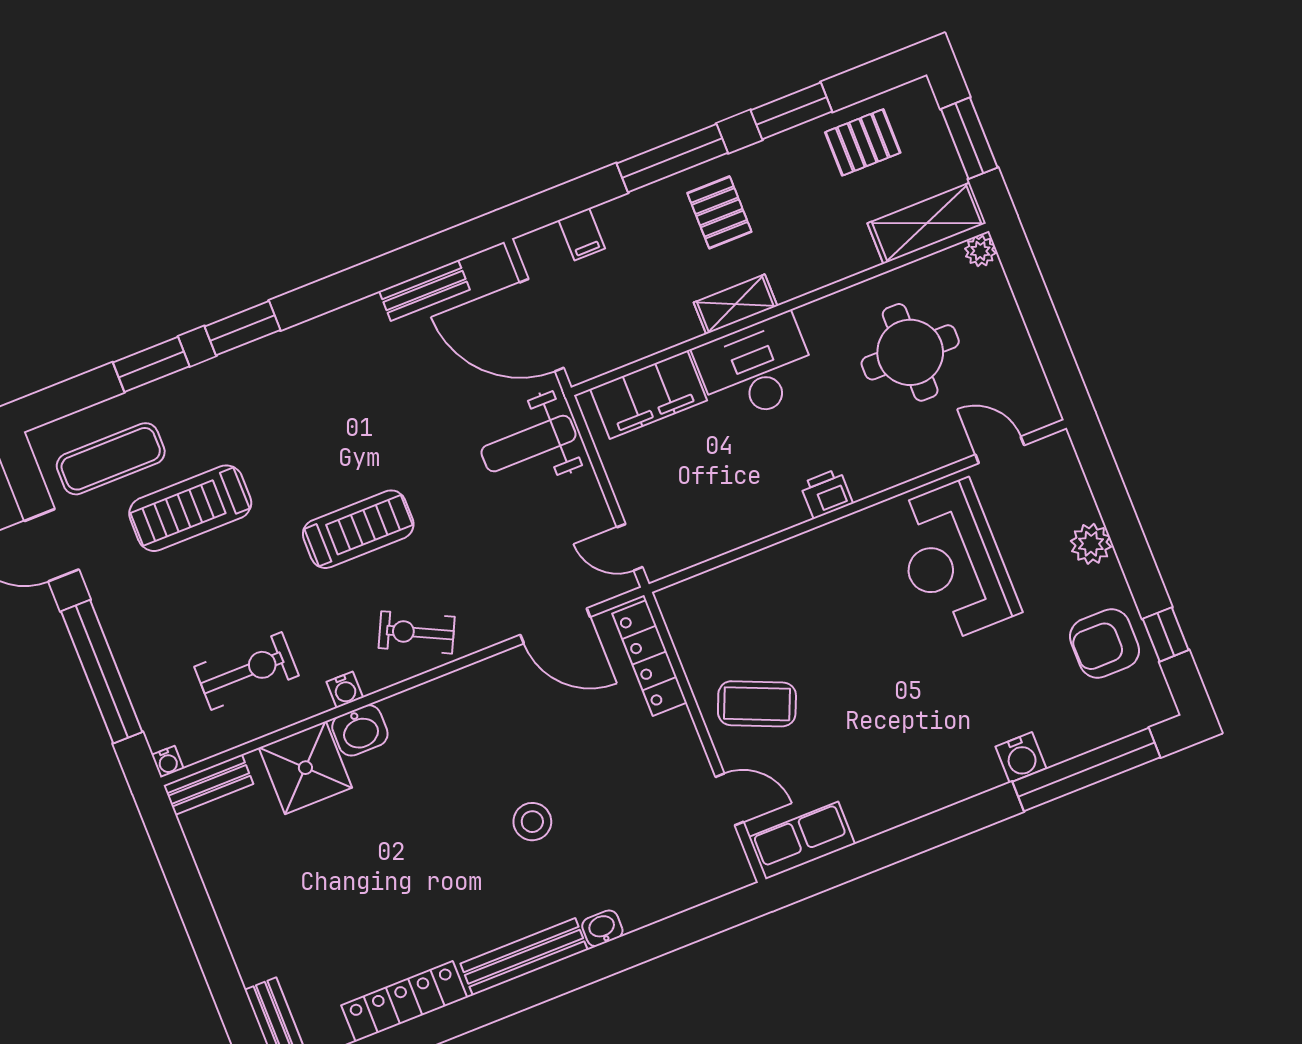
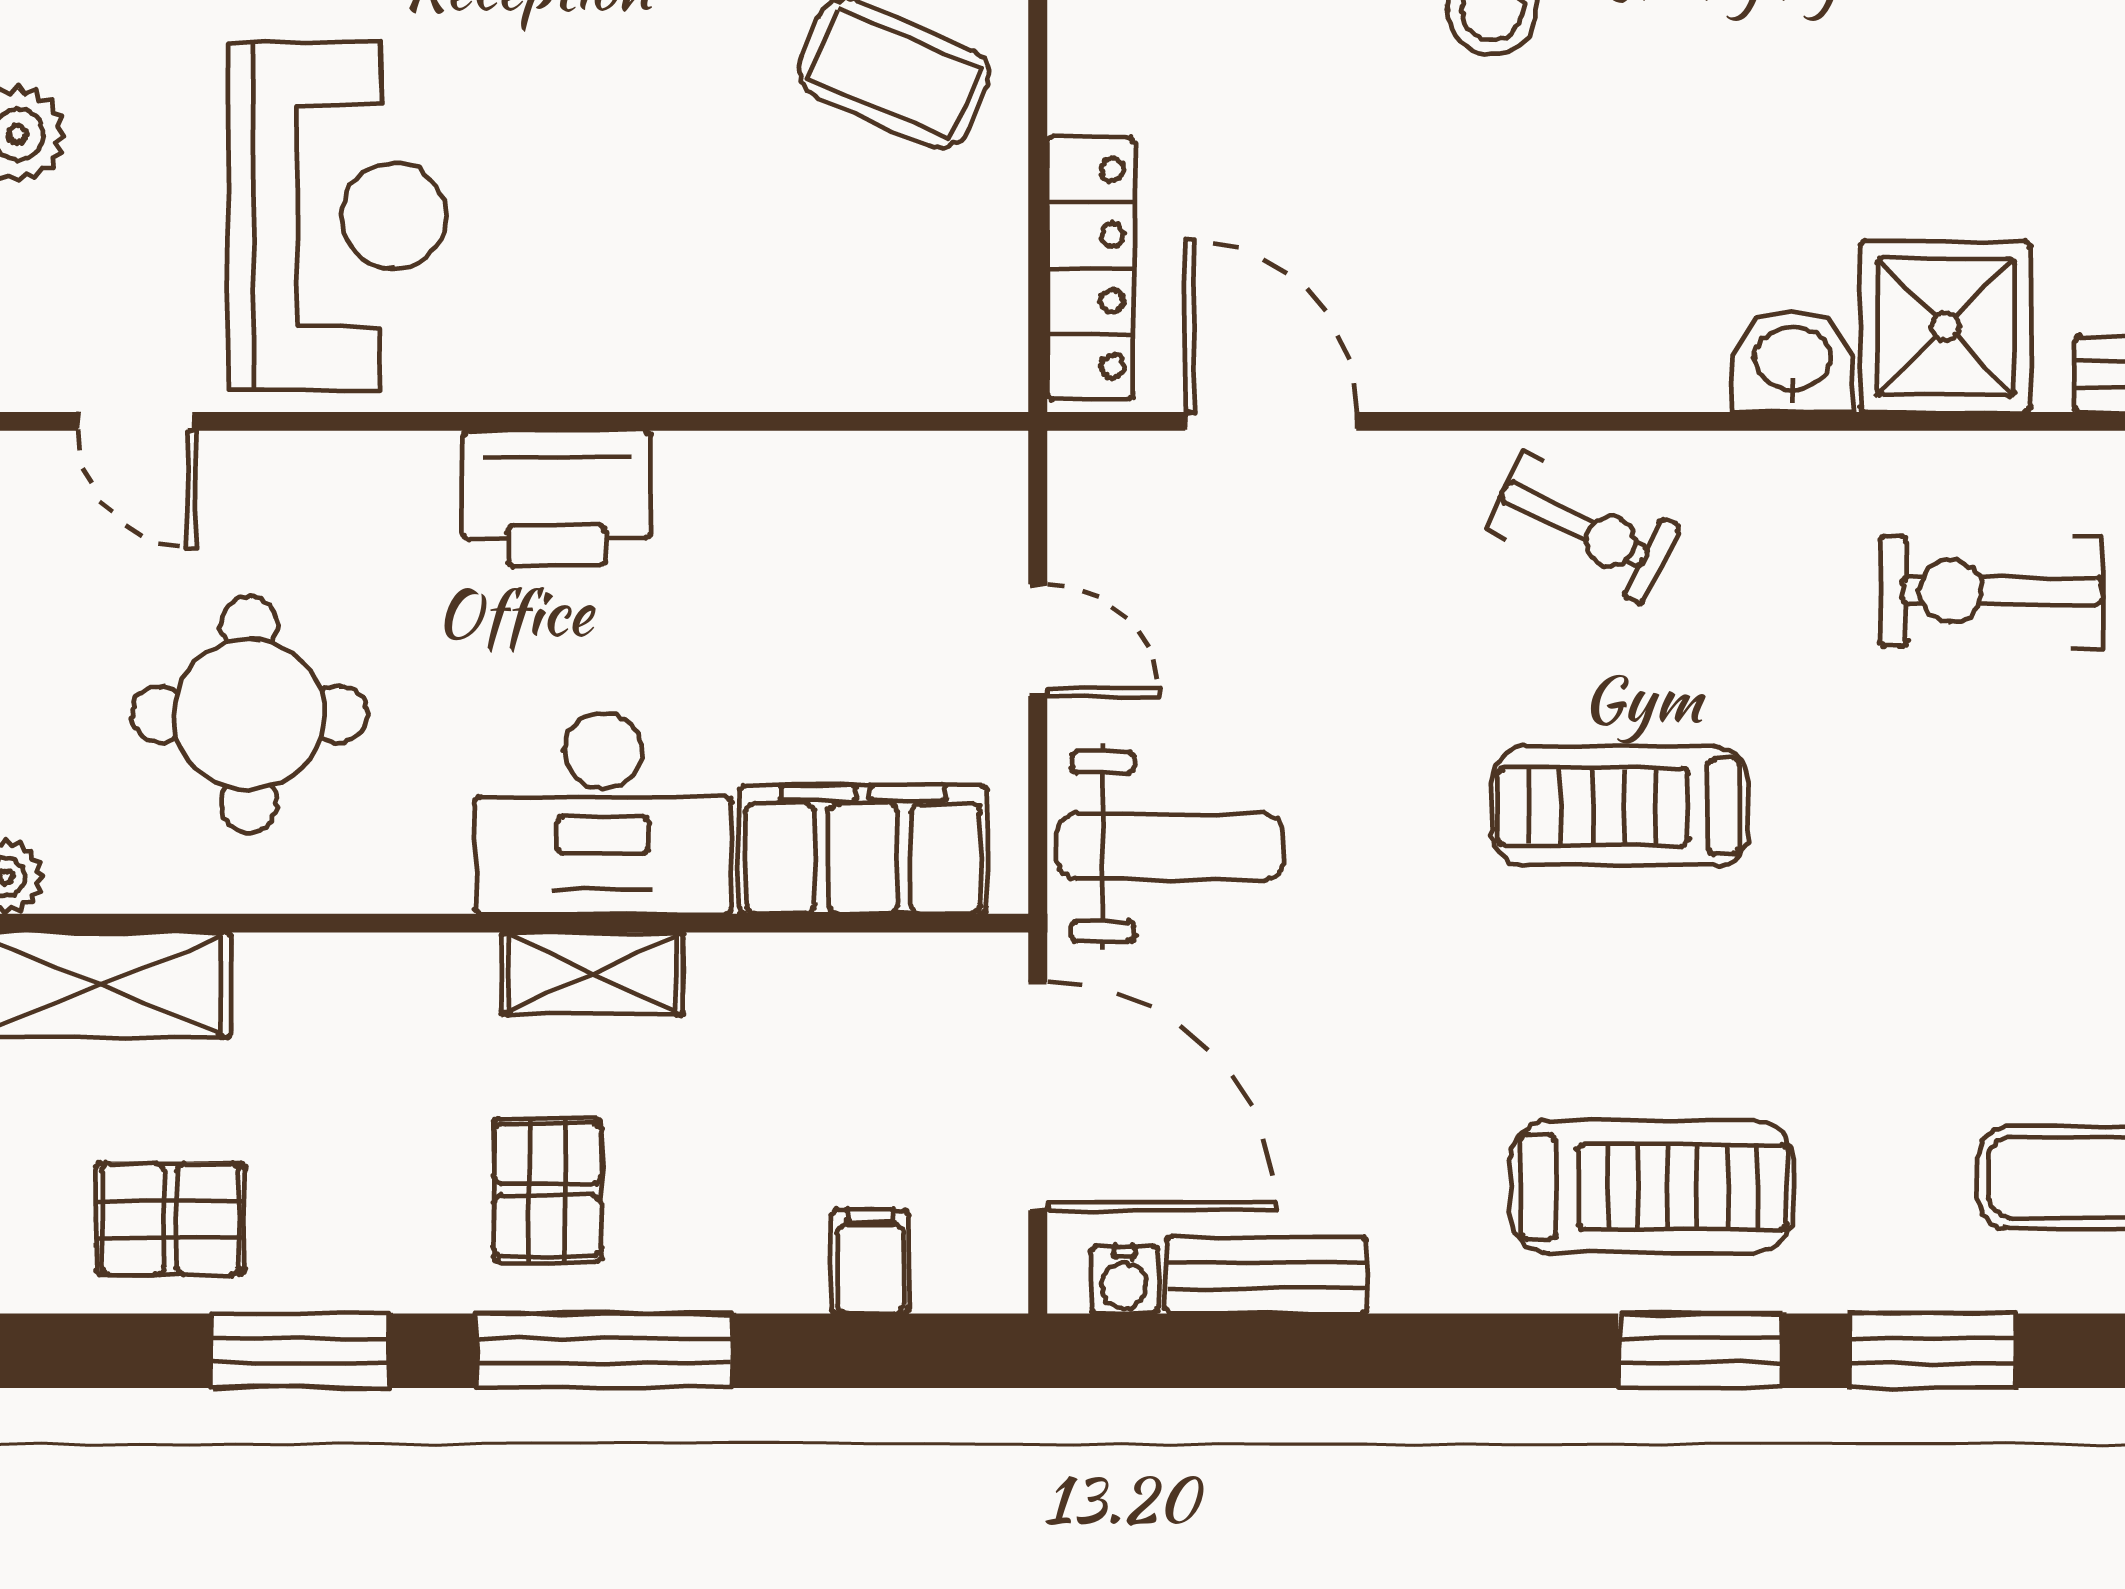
printer: (826, 494) -> (557, 498), width x1.87, depth x1.48
treadmill: (190, 508) -> (1652, 1187), moved
door: (630, 547) -> (1038, 640), moved
water cooler: (345, 690) -> (1124, 1280), moved, turned 180

